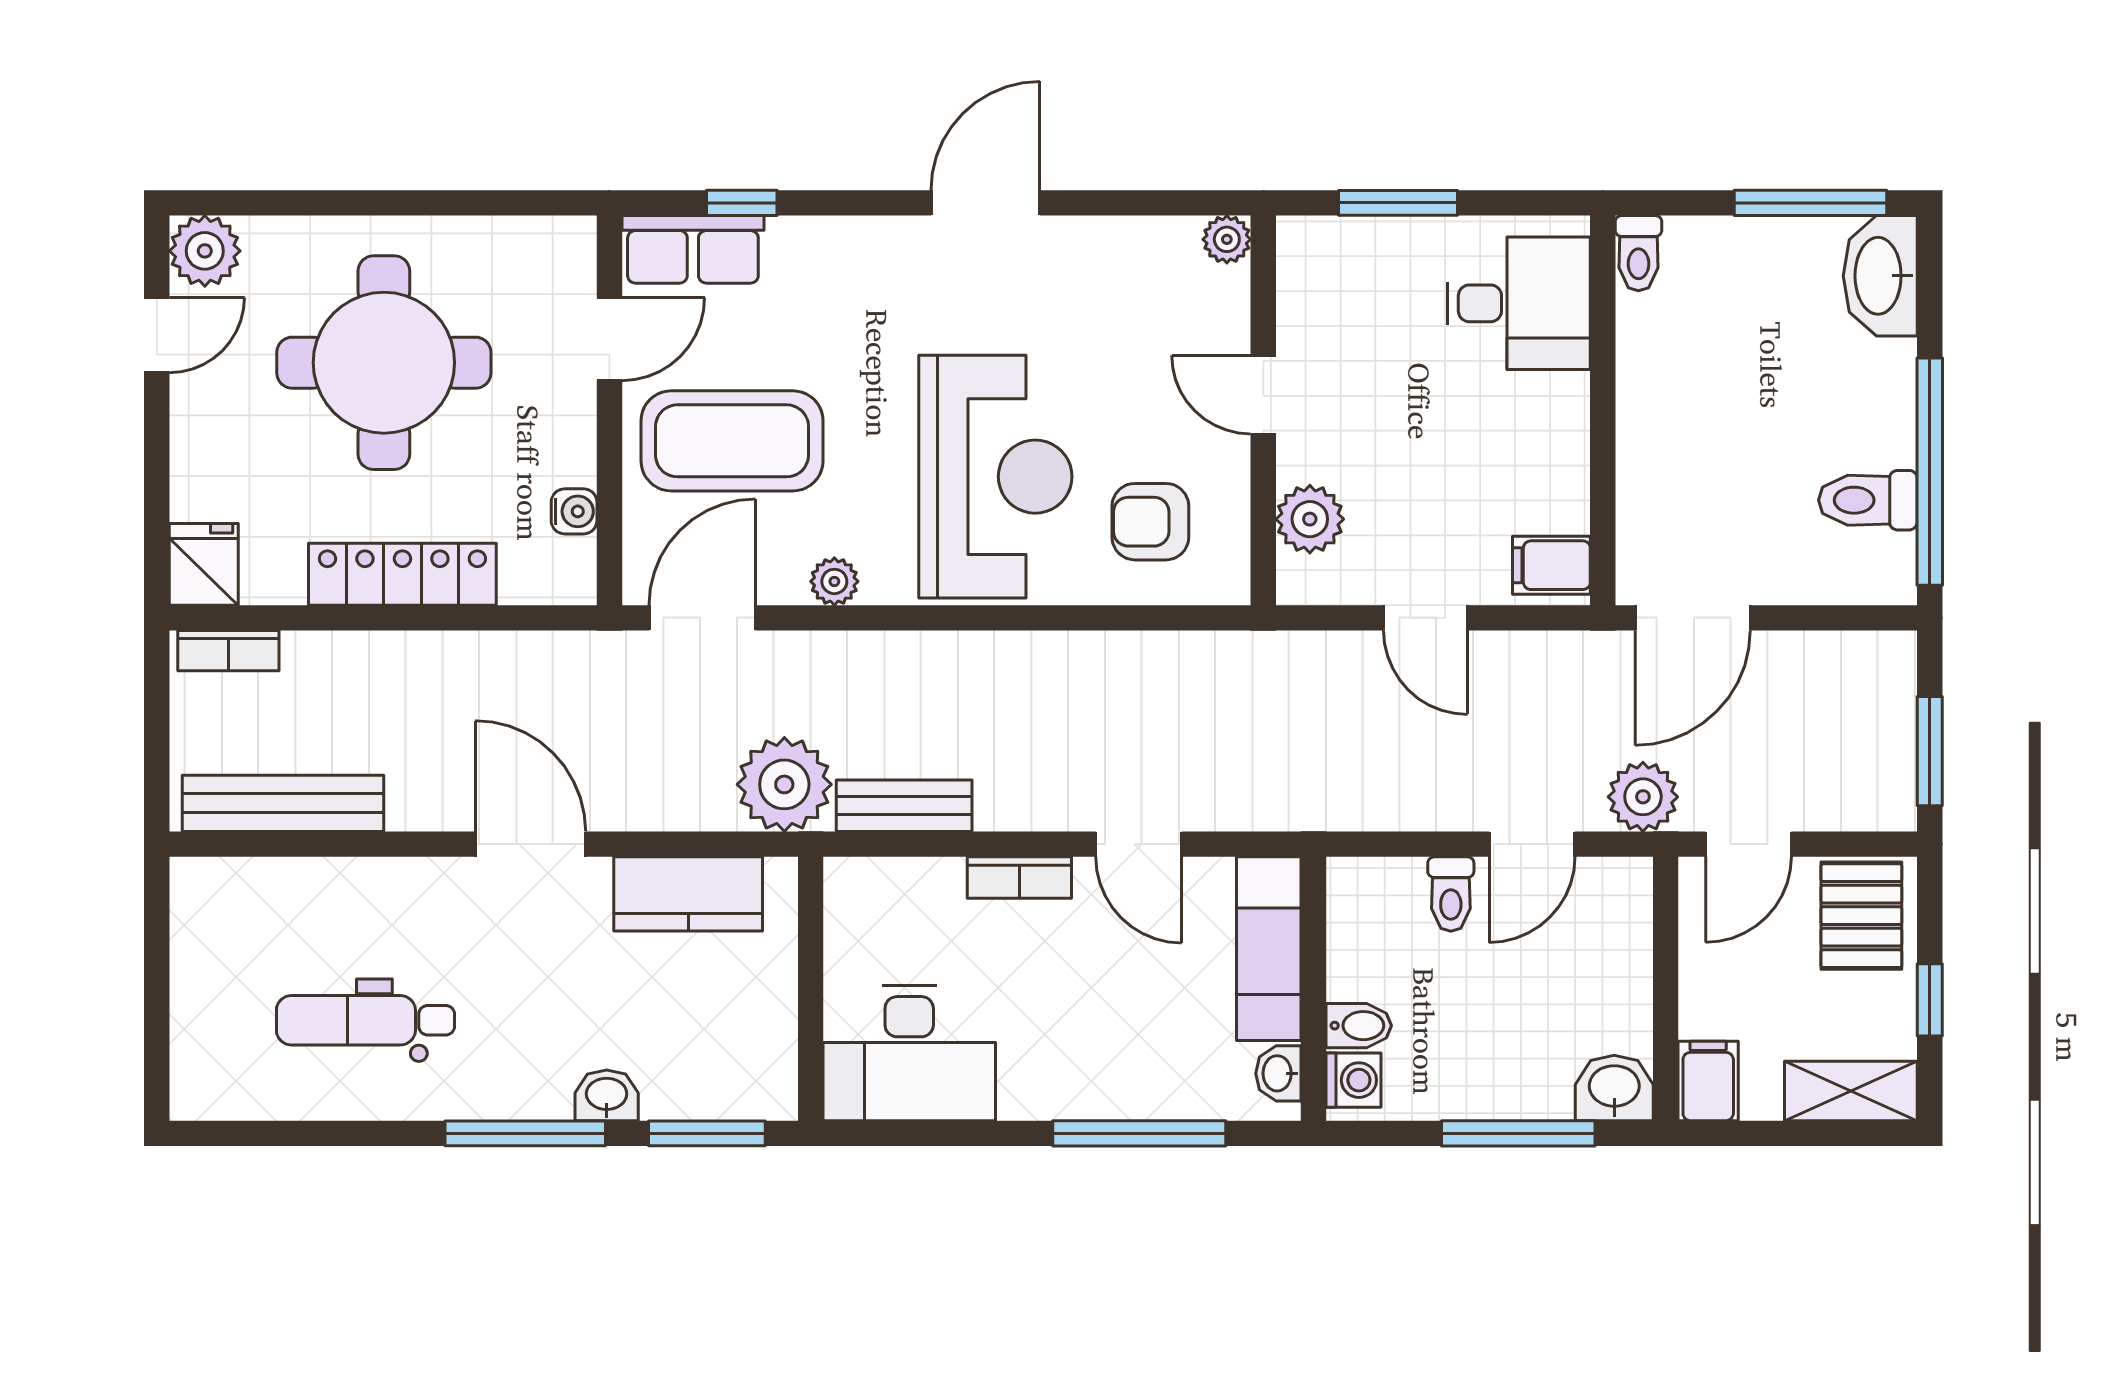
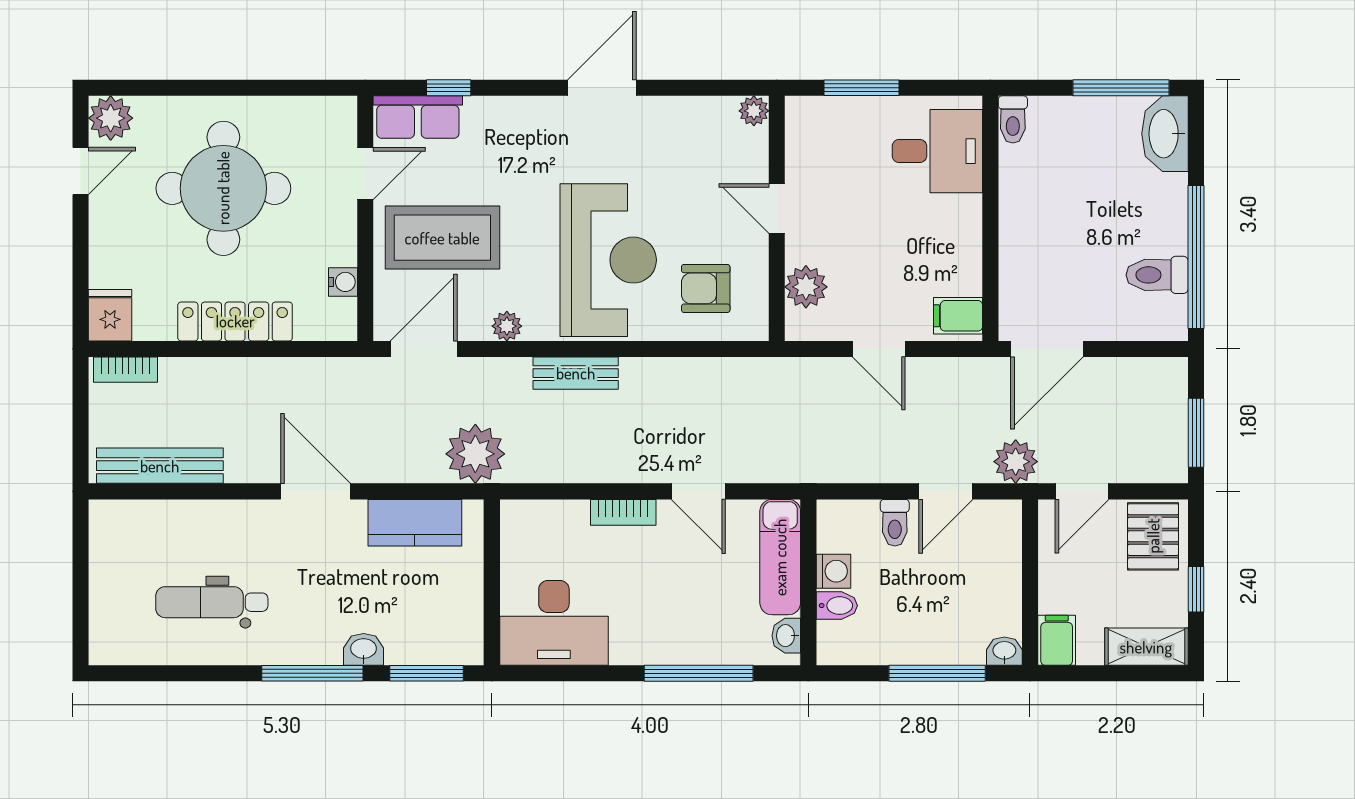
bench: (904, 806) -> (576, 373), moved
washing machine: (1353, 1080) -> (833, 571), moved
washbasin: (1614, 1088) -> (1004, 651), width x0.72, depth x0.69

